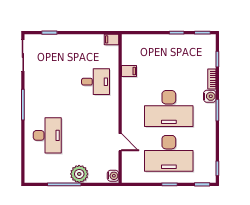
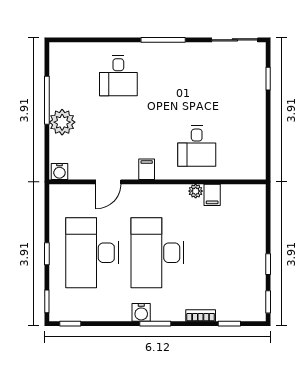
filing cabinet: (112, 39) -> (147, 169), moved
plant: (126, 82) -> (196, 191), added
water cooler: (210, 96) -> (141, 312), moved
desk: (47, 135) -> (118, 76), width x0.73

